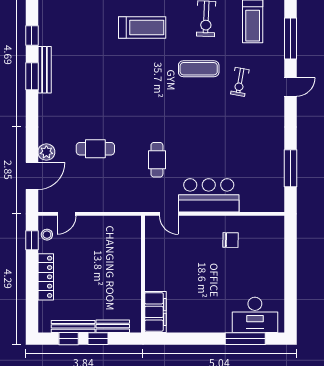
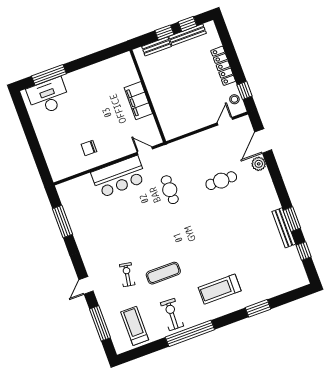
filing cabinet: (155, 312) -> (138, 101), moved

